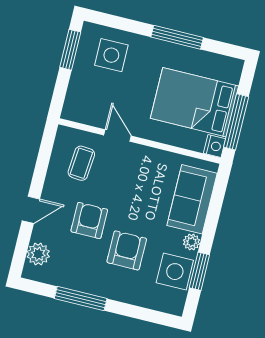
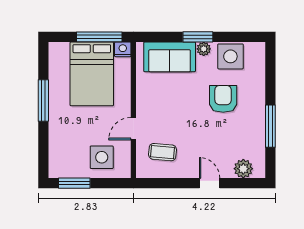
side table: (111, 55) -> (102, 157), moved
armchair: (89, 220) -> (207, 135), removed
armchair: (127, 250) -> (223, 99), turned 90
window: (199, 271) -> (198, 37), moved

